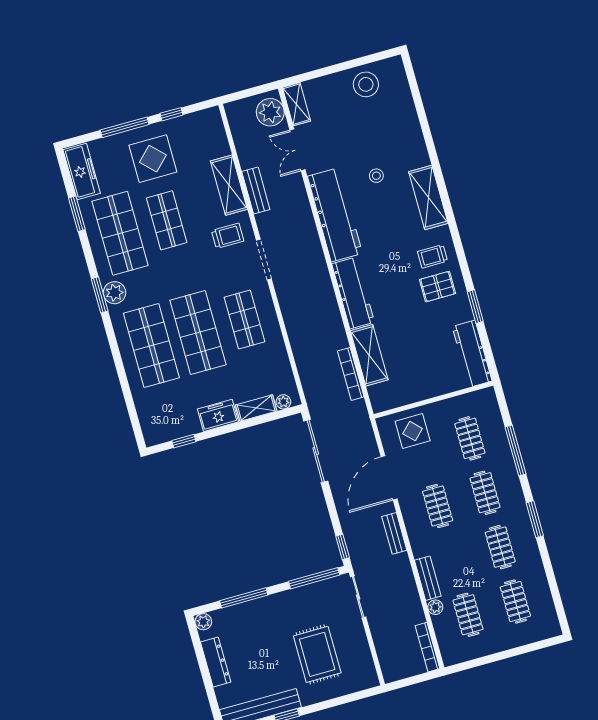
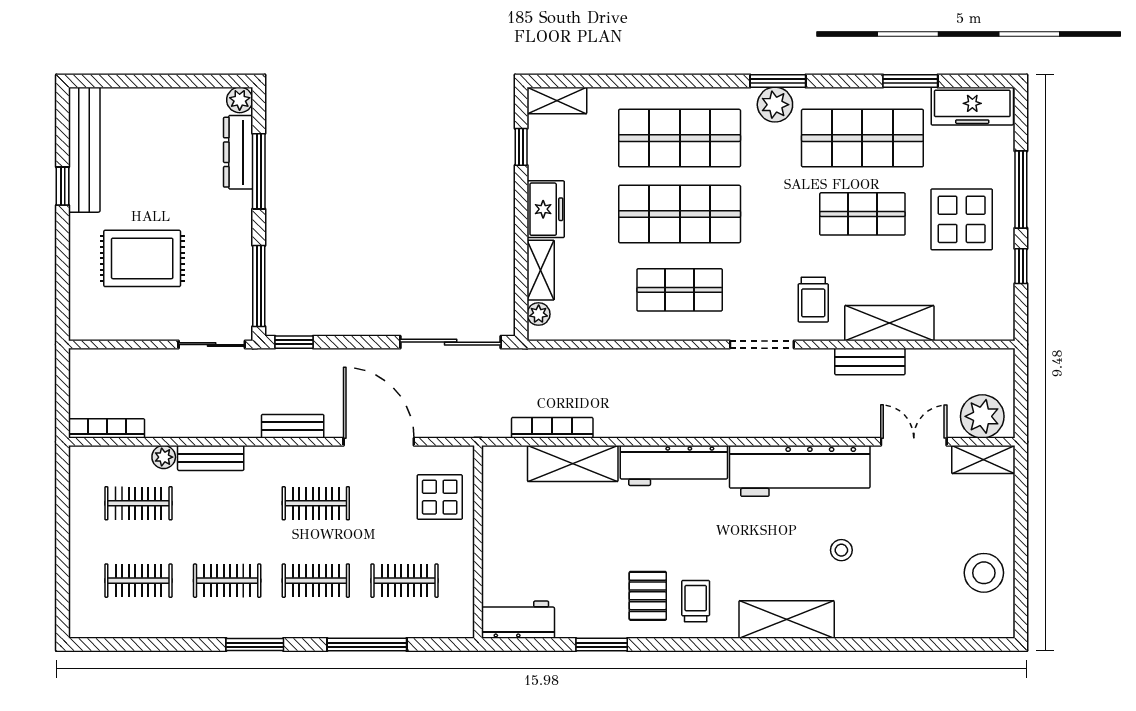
workbench: (472, 354) -> (518, 620), width x0.73
shelving: (149, 427) -> (557, 100), added
dresser: (216, 662) -> (238, 152), moved, turned 90

